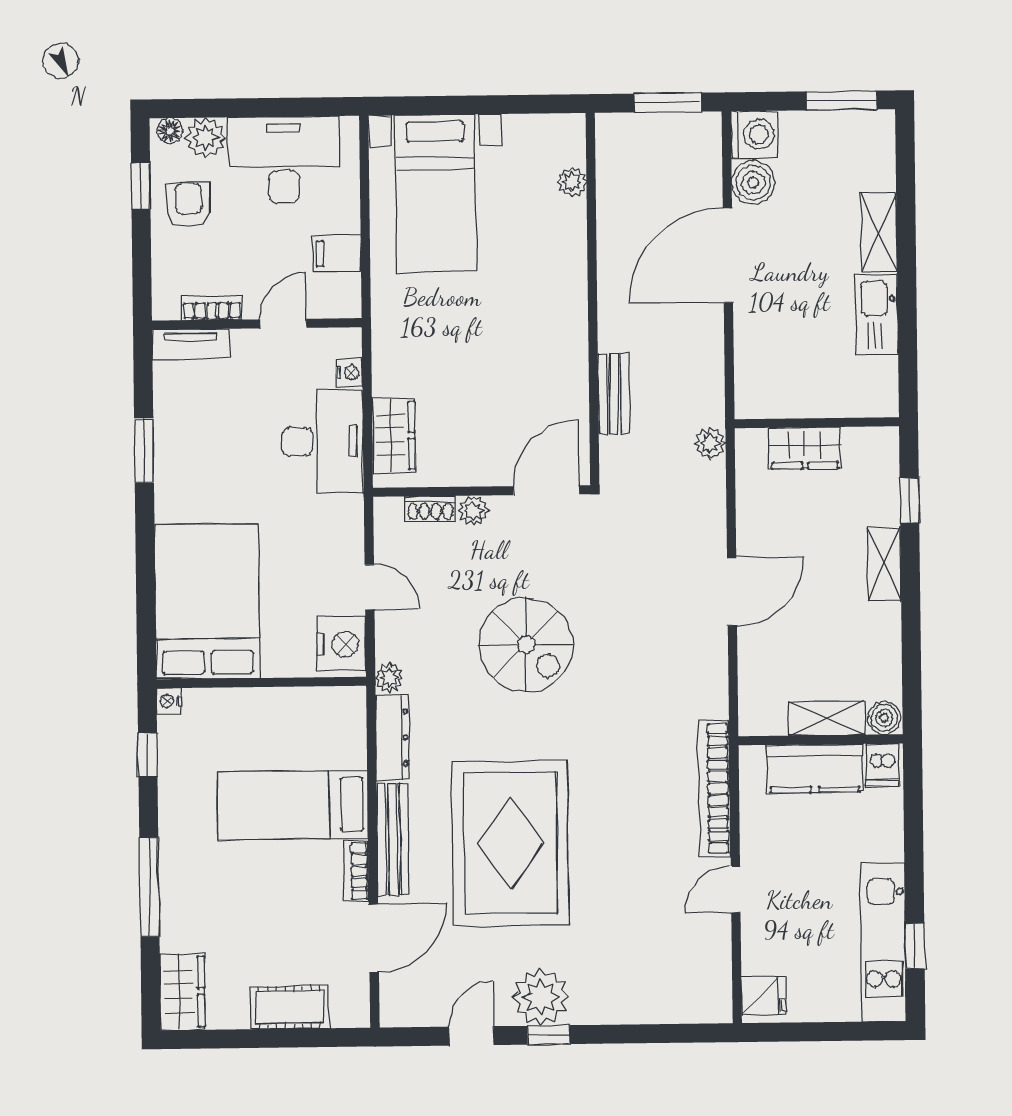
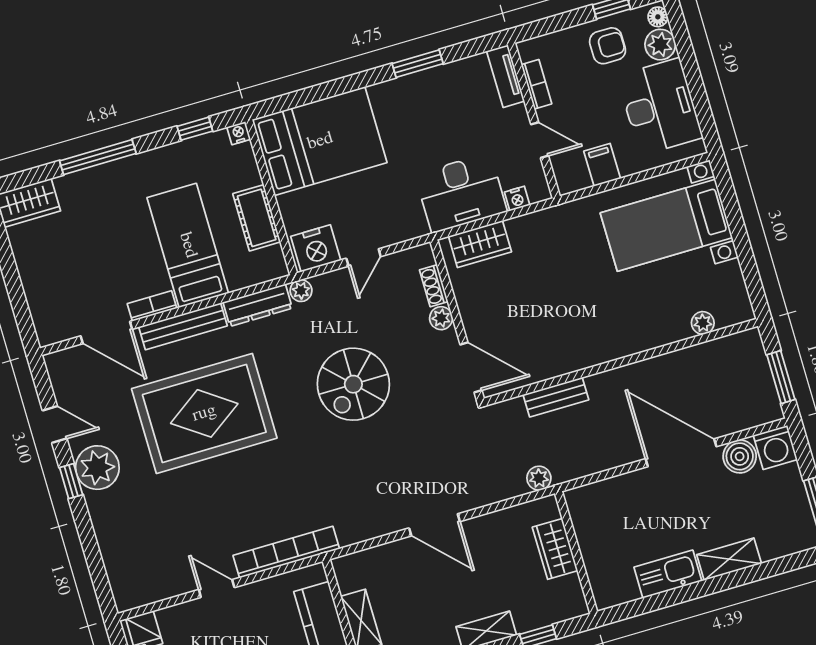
cot: (289, 1007) -> (257, 218), moved

